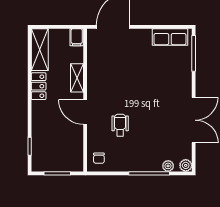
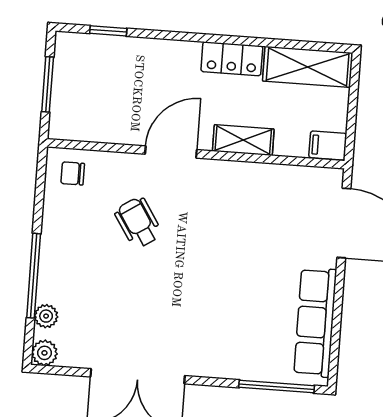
row of seats: (170, 37) -> (315, 322), width x1.48
wheelchair: (120, 125) -> (138, 222), turned -123

